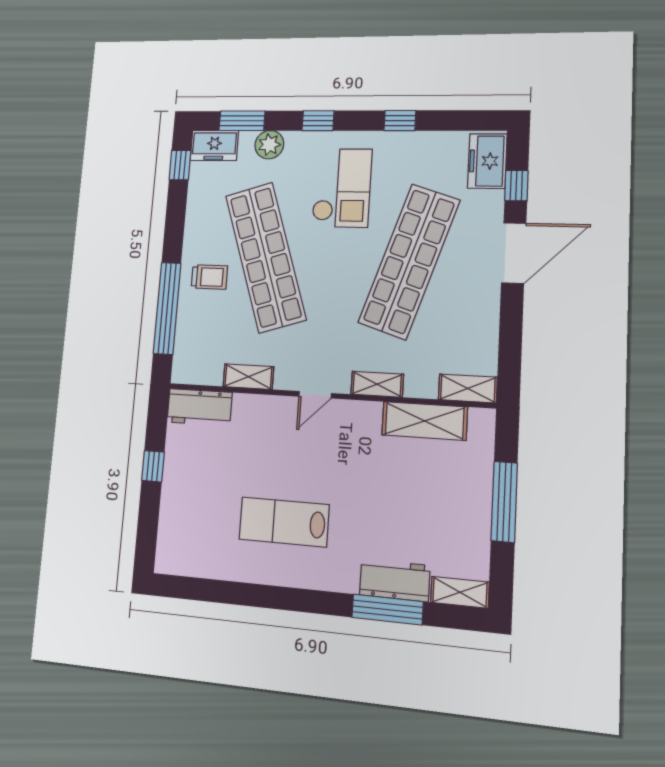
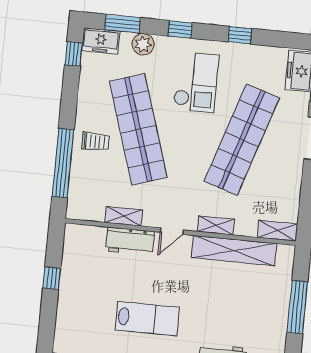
workbench: (199, 407) -> (130, 241), moved
shelving: (424, 421) -> (234, 251), width x1.47
lab bench: (284, 522) -> (147, 319), turned 180

